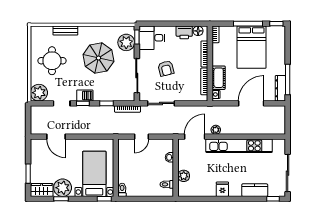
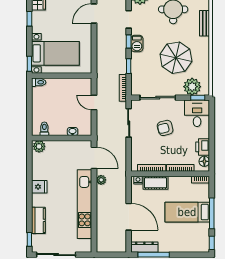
bed: (252, 47) -> (187, 212), width x0.67
plant: (184, 176) -> (39, 146), moved
plant: (63, 188) -> (41, 20), removed

